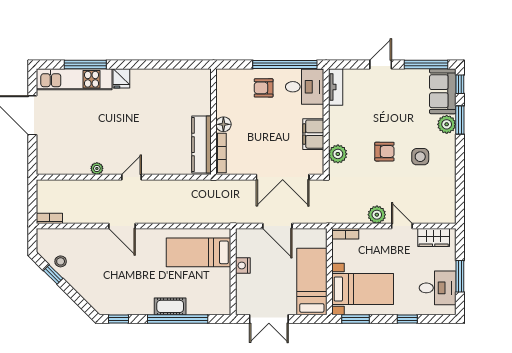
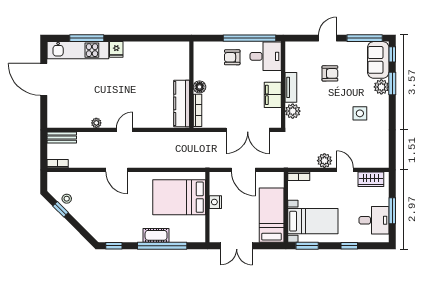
tv unit: (336, 87) -> (291, 87), moved
armchair: (384, 152) -> (330, 73), moved
bench: (54, 186) -> (62, 138), added
bed: (199, 252) -> (179, 197), width x1.50

